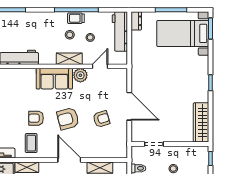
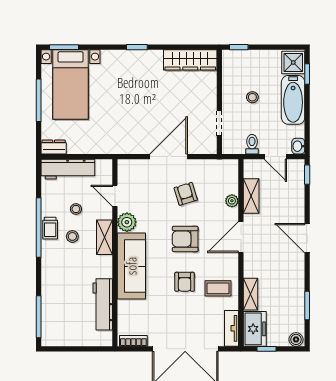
sofa: (54, 79) -> (131, 266), width x1.36
armchair: (68, 119) -> (185, 239), turned 105
plant: (96, 153) -> (232, 201), added

